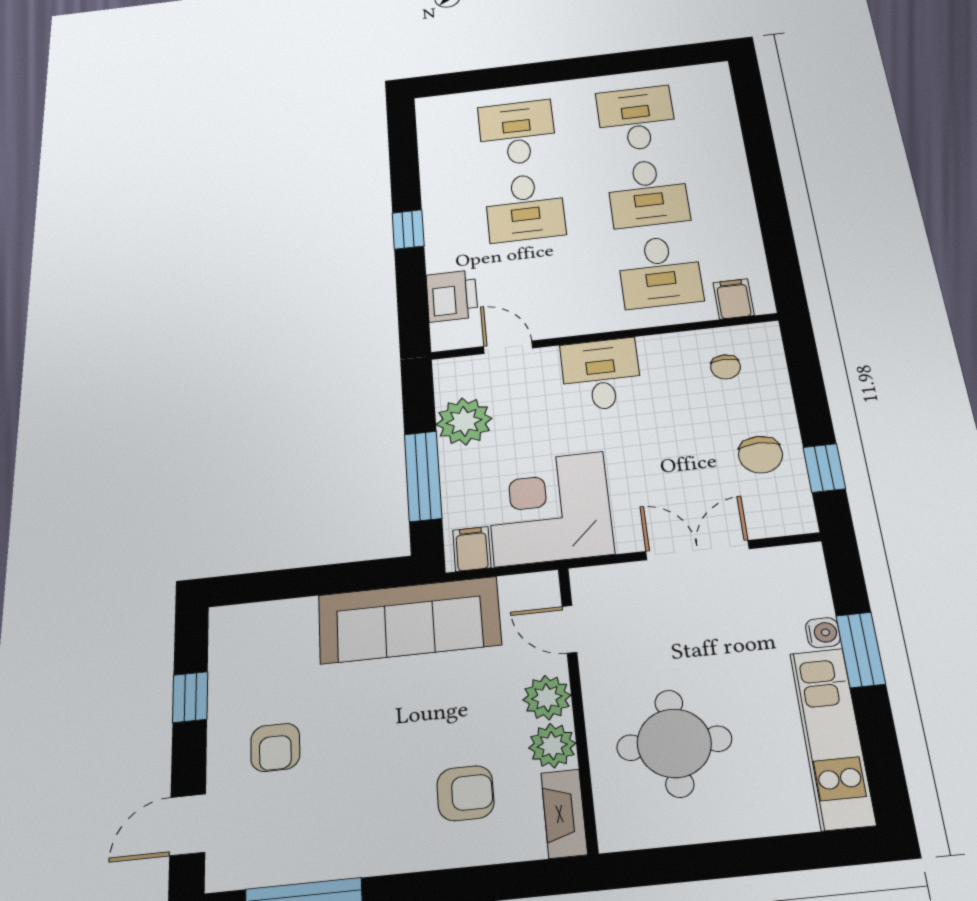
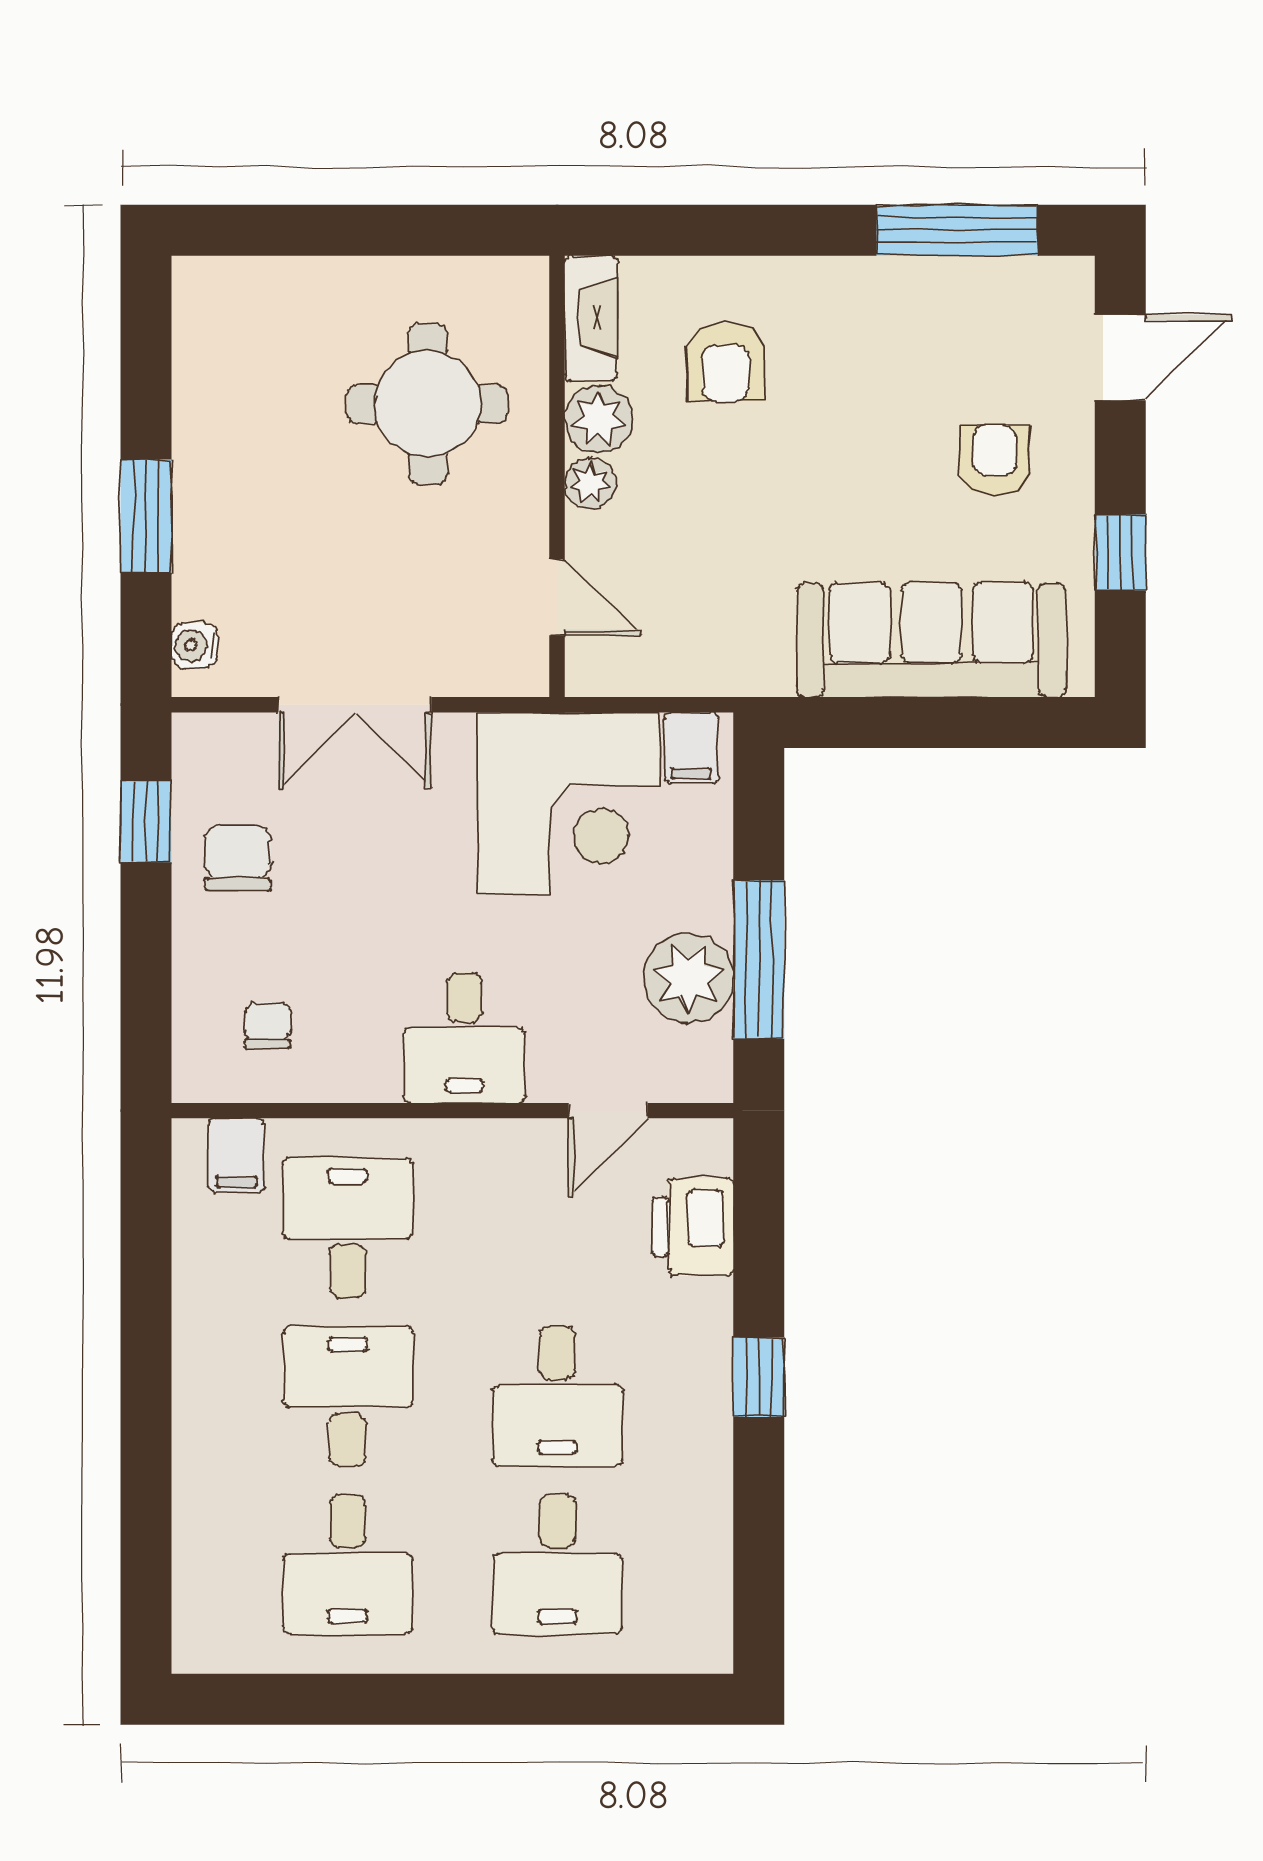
desk: (525, 207) -> (557, 1396), turned 180
door: (508, 347) -> (608, 1111), hinge flipped
window: (423, 476) -> (759, 960), moved
sofa: (409, 620) -> (931, 640), moved
water cooler: (823, 633) -> (194, 645), moved
plant: (547, 698) -> (590, 483), width x0.73, depth x0.73
kitchen unit: (832, 737) -> (209, 388), removed
armchair: (465, 793) -> (726, 362), turned -90

